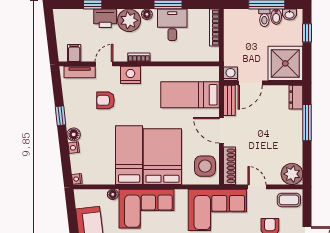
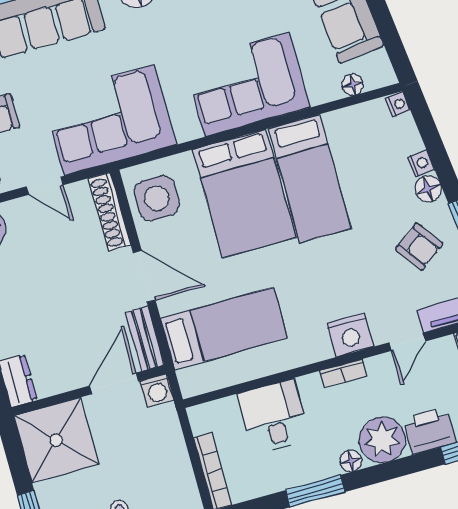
desk: (172, 25) -> (274, 417), moved, turned 180
armchair: (106, 100) -> (419, 247), moved, turned 54
floor lamp: (113, 194) -> (353, 85), moved

